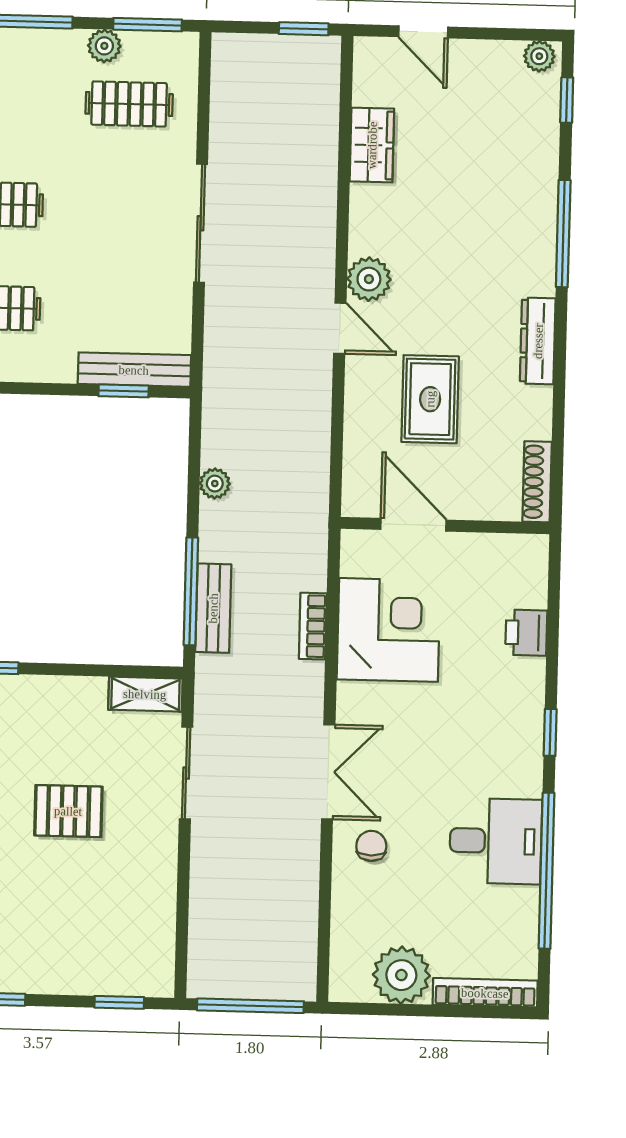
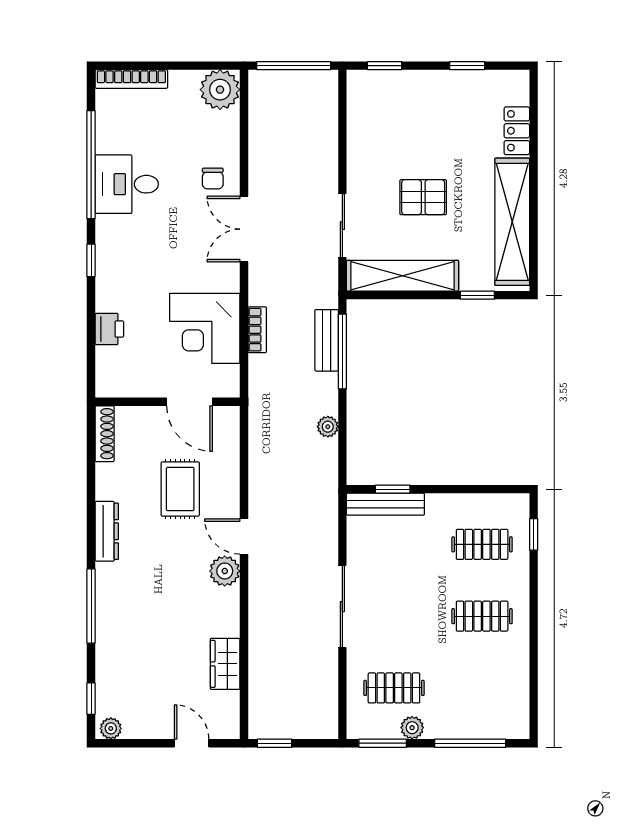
shelving: (145, 694) -> (403, 276), width x2.20, depth x1.33
plant: (401, 975) -> (220, 90), moved

